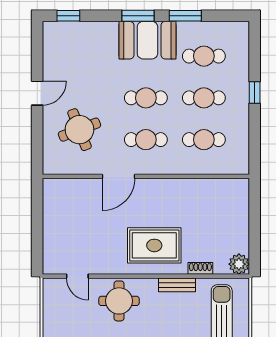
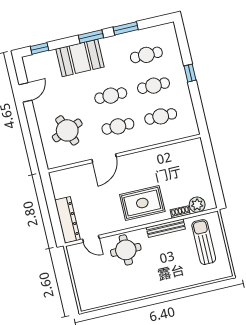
booth: (147, 40) -> (80, 58), moved
door: (37, 93) -> (25, 92), moved
dresser: (53, 245) -> (67, 220), added
plant: (239, 264) -> (197, 205), moved
bench: (177, 285) -> (166, 228), width x1.36

